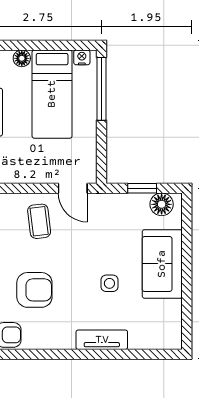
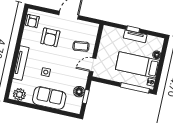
floor lamp: (162, 204) -> (79, 92), moved
plant: (169, 328) -> (19, 94), added
tv unit: (102, 340) -> (21, 63), width x1.41

